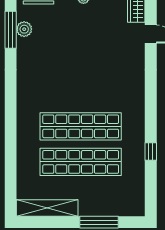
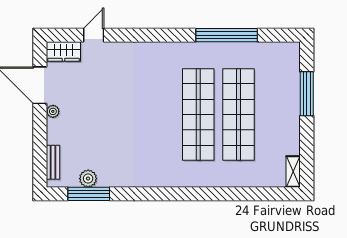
window: (151, 151) -> (227, 35), width x3.17
shelving: (47, 208) -> (293, 172), width x0.45, depth x0.75

